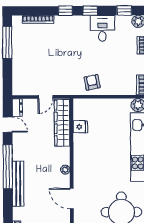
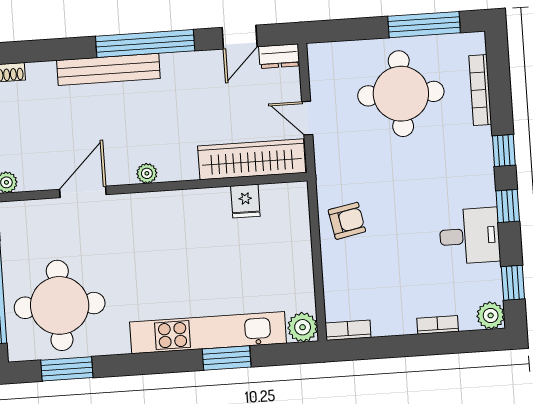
round table: (37, 55) -> (401, 94), added

